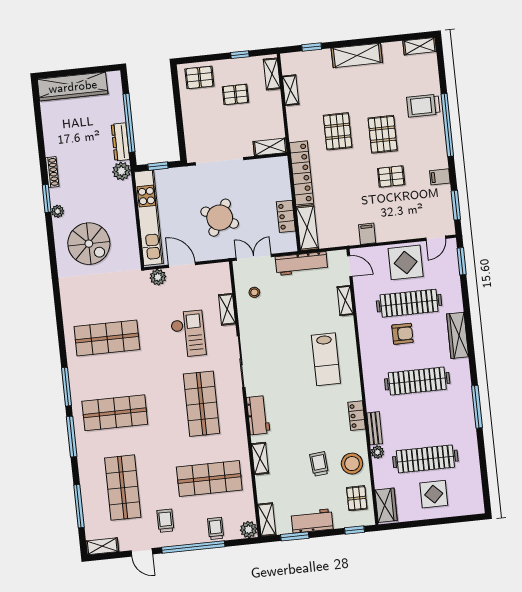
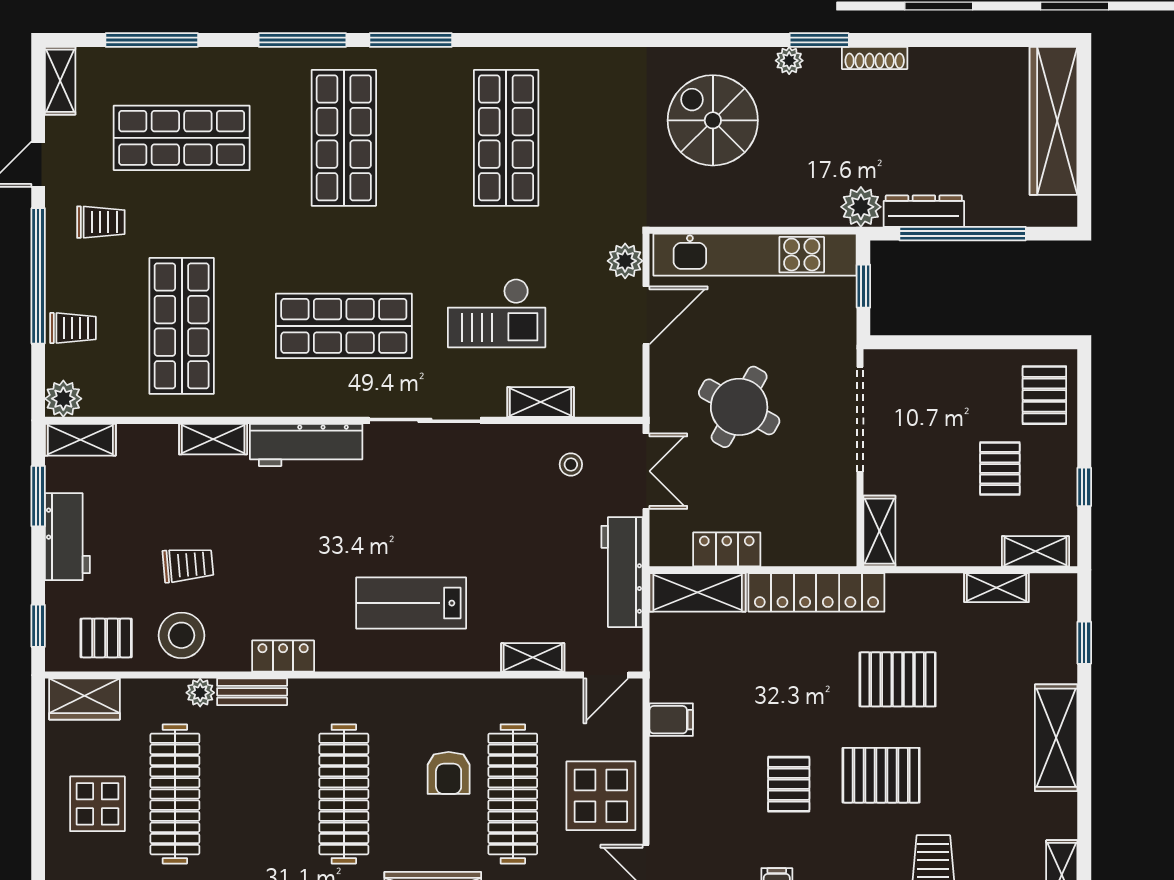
spiral stairs: (89, 244) -> (713, 120), turned 90
workbench: (258, 415) -> (306, 445), width x1.38

